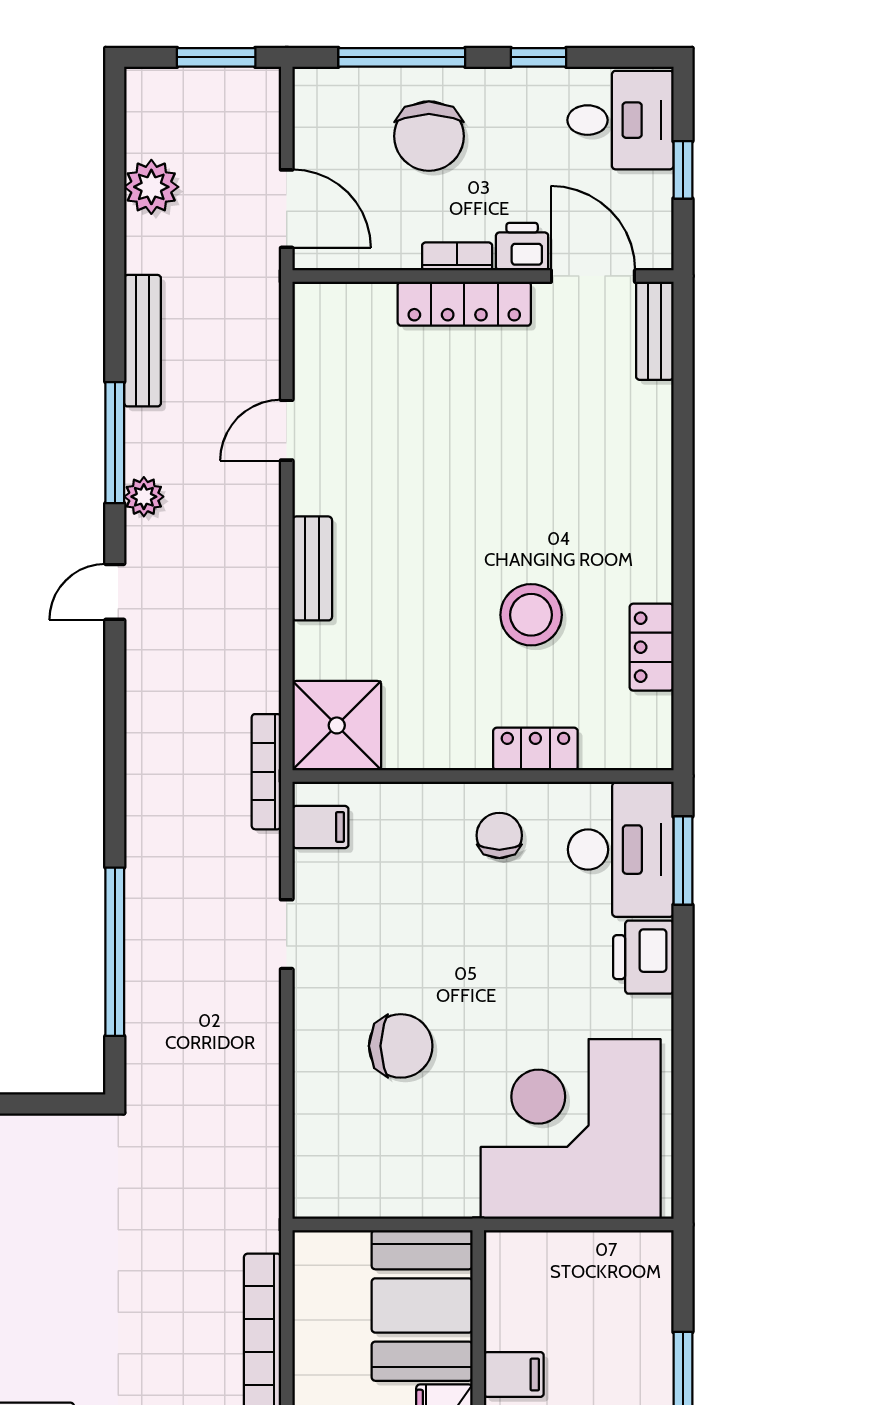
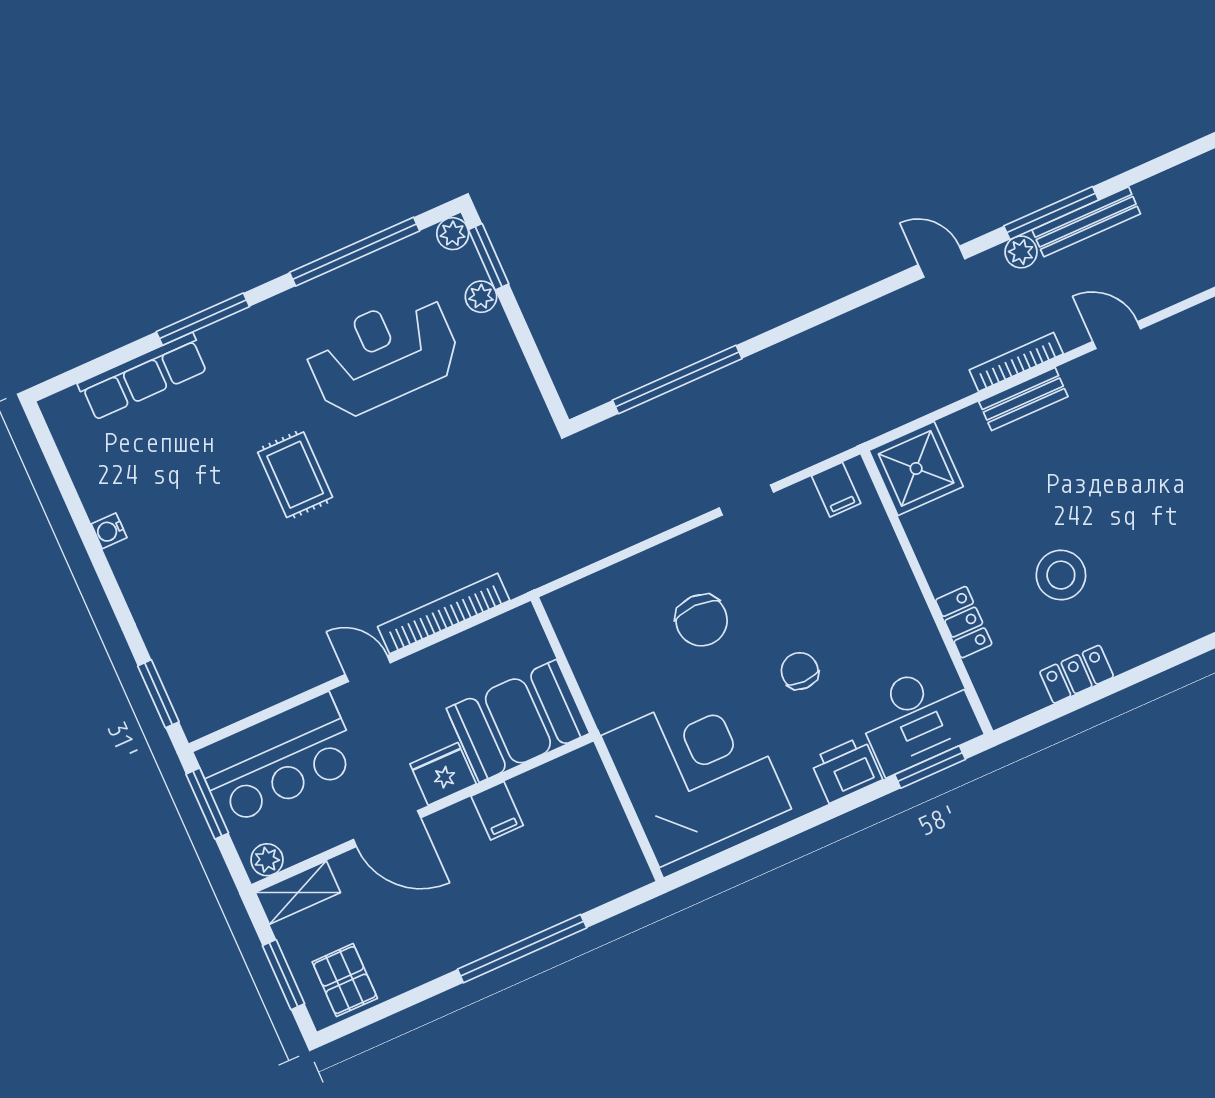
bench: (143, 341) -> (1086, 222), moved
bookcase: (266, 772) -> (1016, 362), moved
chair: (499, 835) -> (800, 671), moved, turned -90

